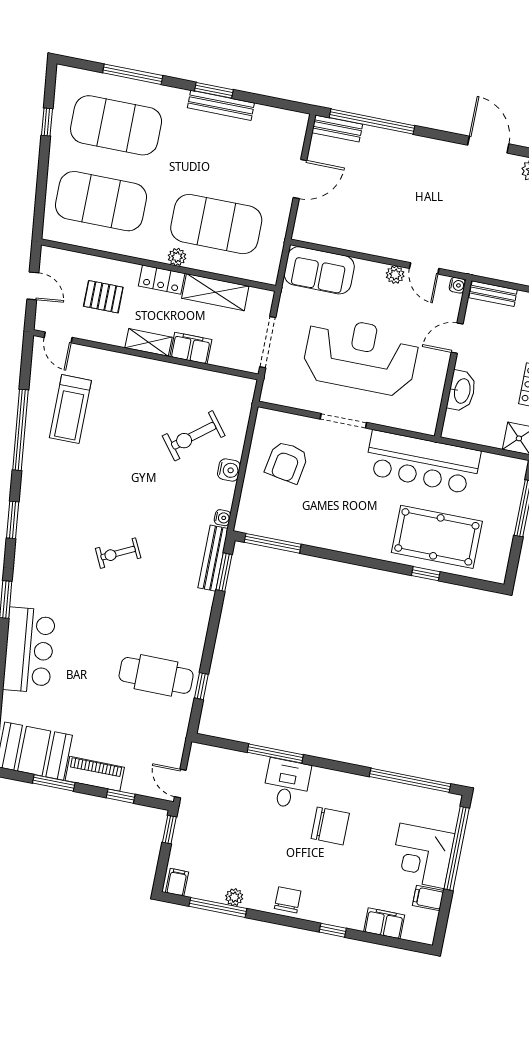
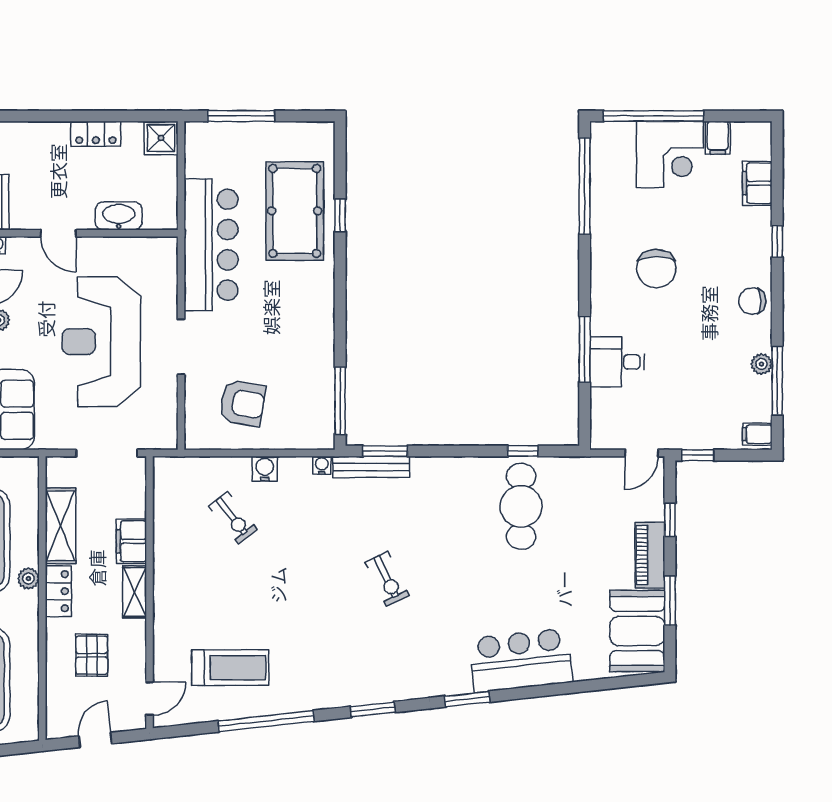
exercise bike: (194, 436) -> (233, 518), width x0.73, depth x0.72
desk: (287, 784) -> (617, 362), moved
chair: (330, 826) -> (656, 269), turned 180

